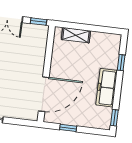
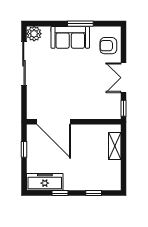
freezer: (107, 88) -> (45, 182), moved
window: (114, 118) -> (60, 193), moved

